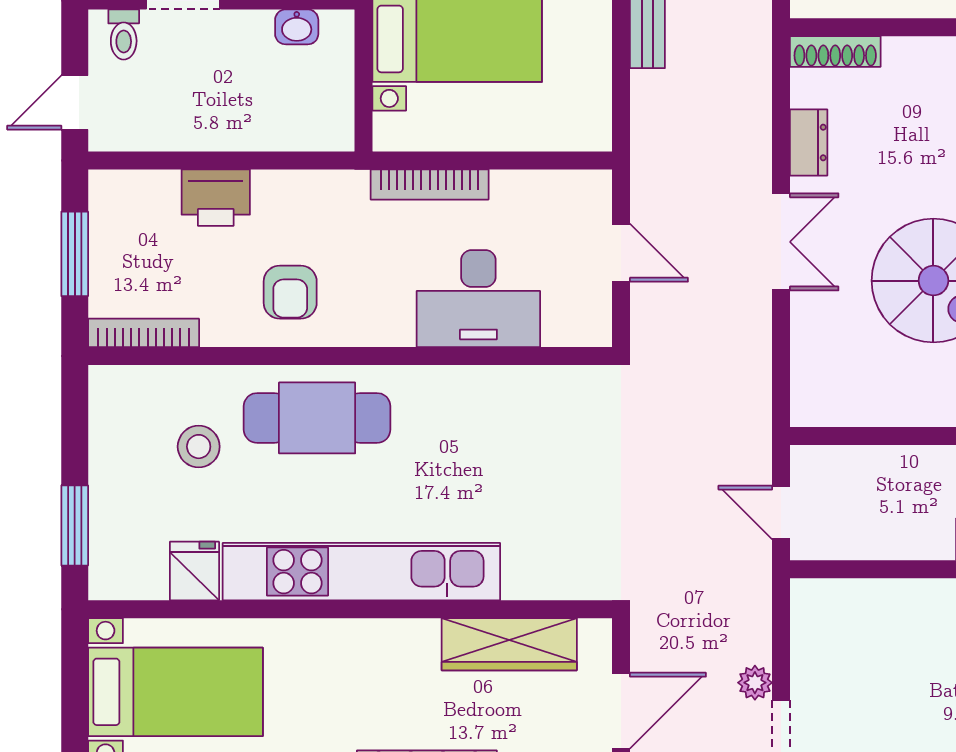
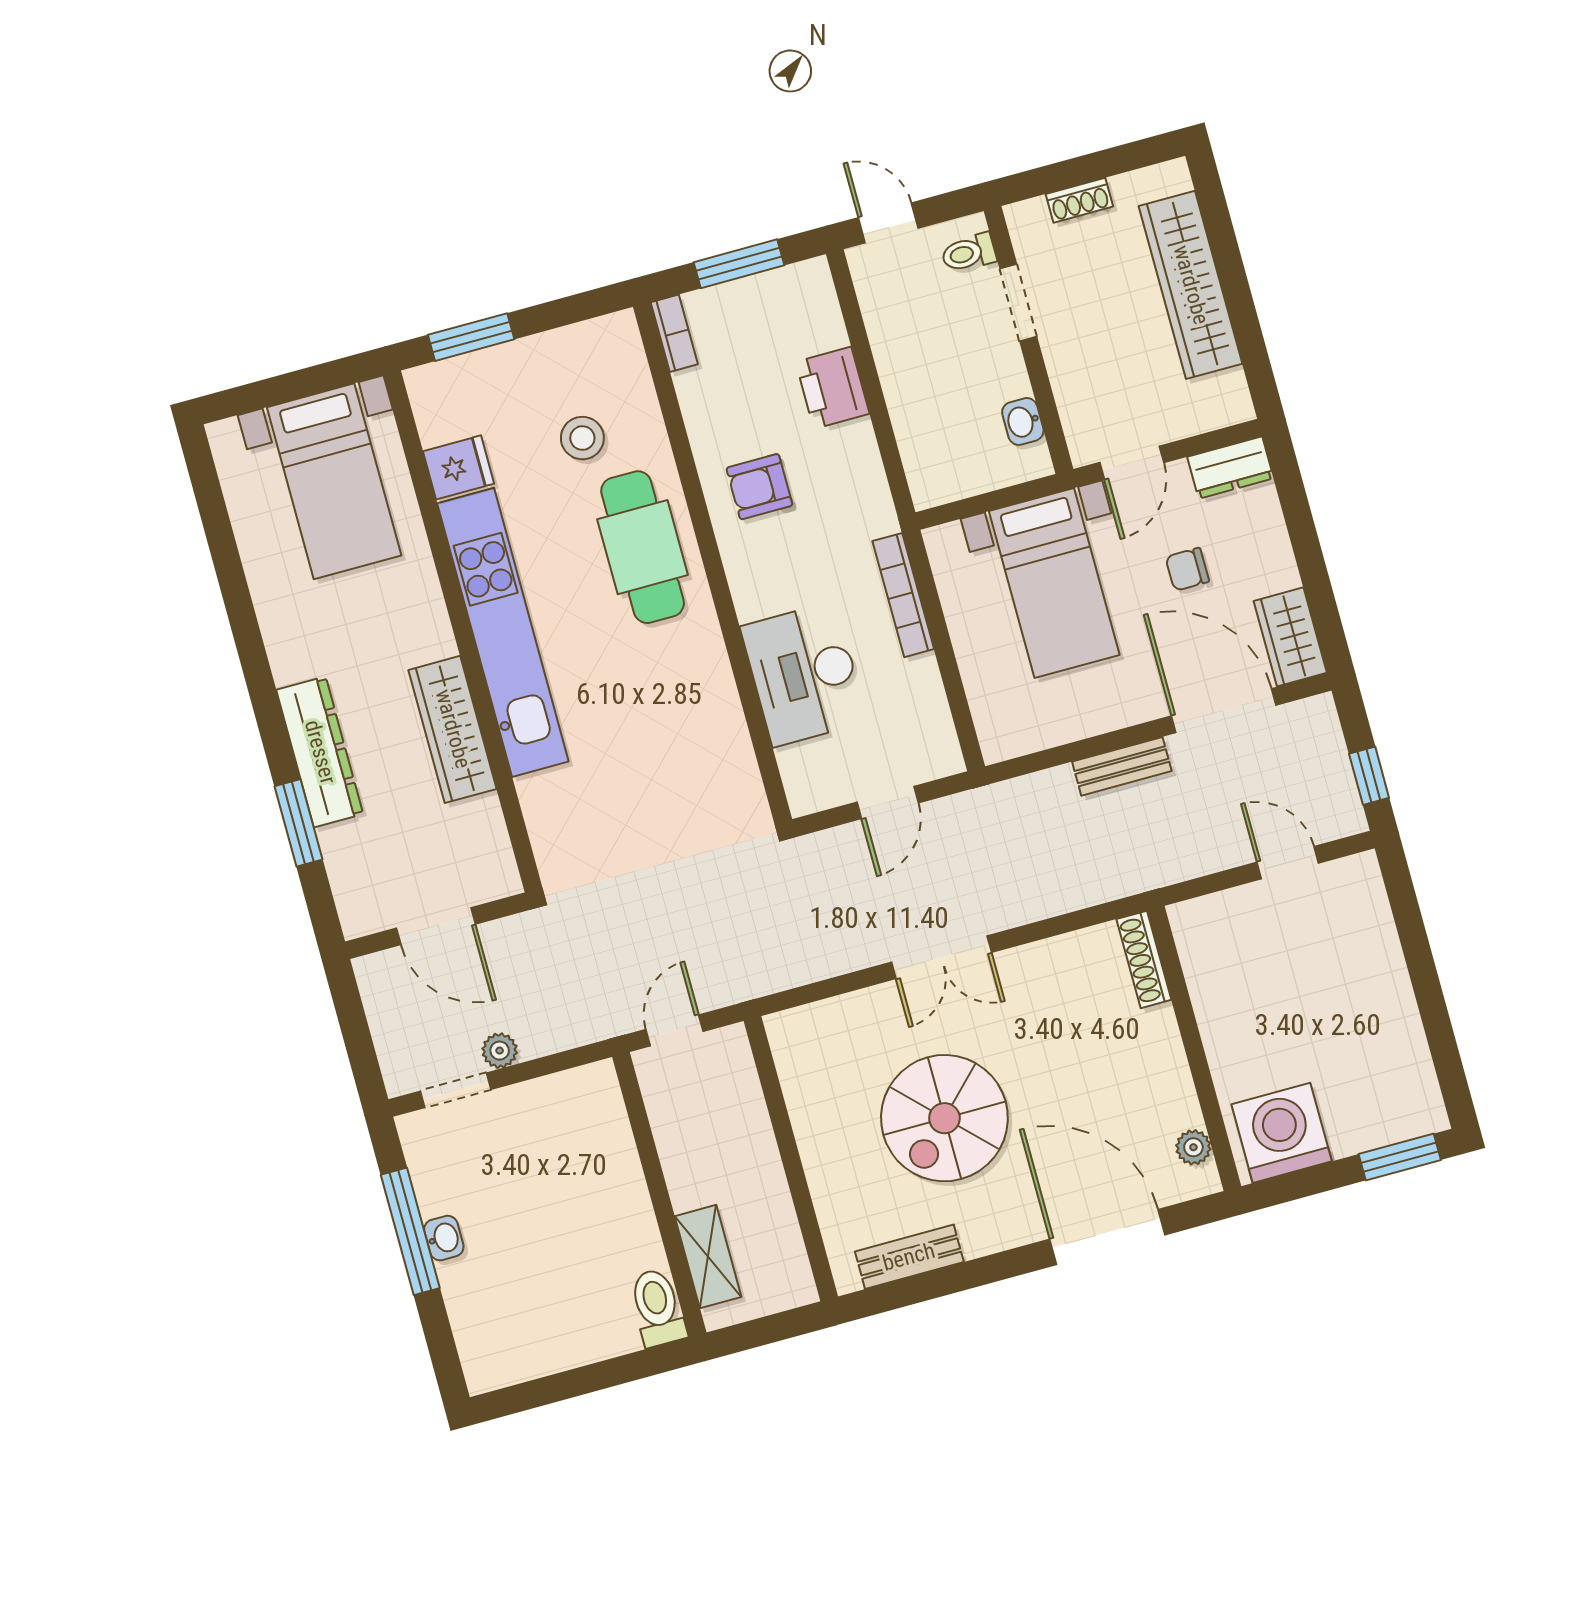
dresser: (809, 143) -> (1047, 958), removed
bookcase: (144, 333) -> (674, 333), width x0.64
wardrobe: (509, 644) -> (453, 729), moved

